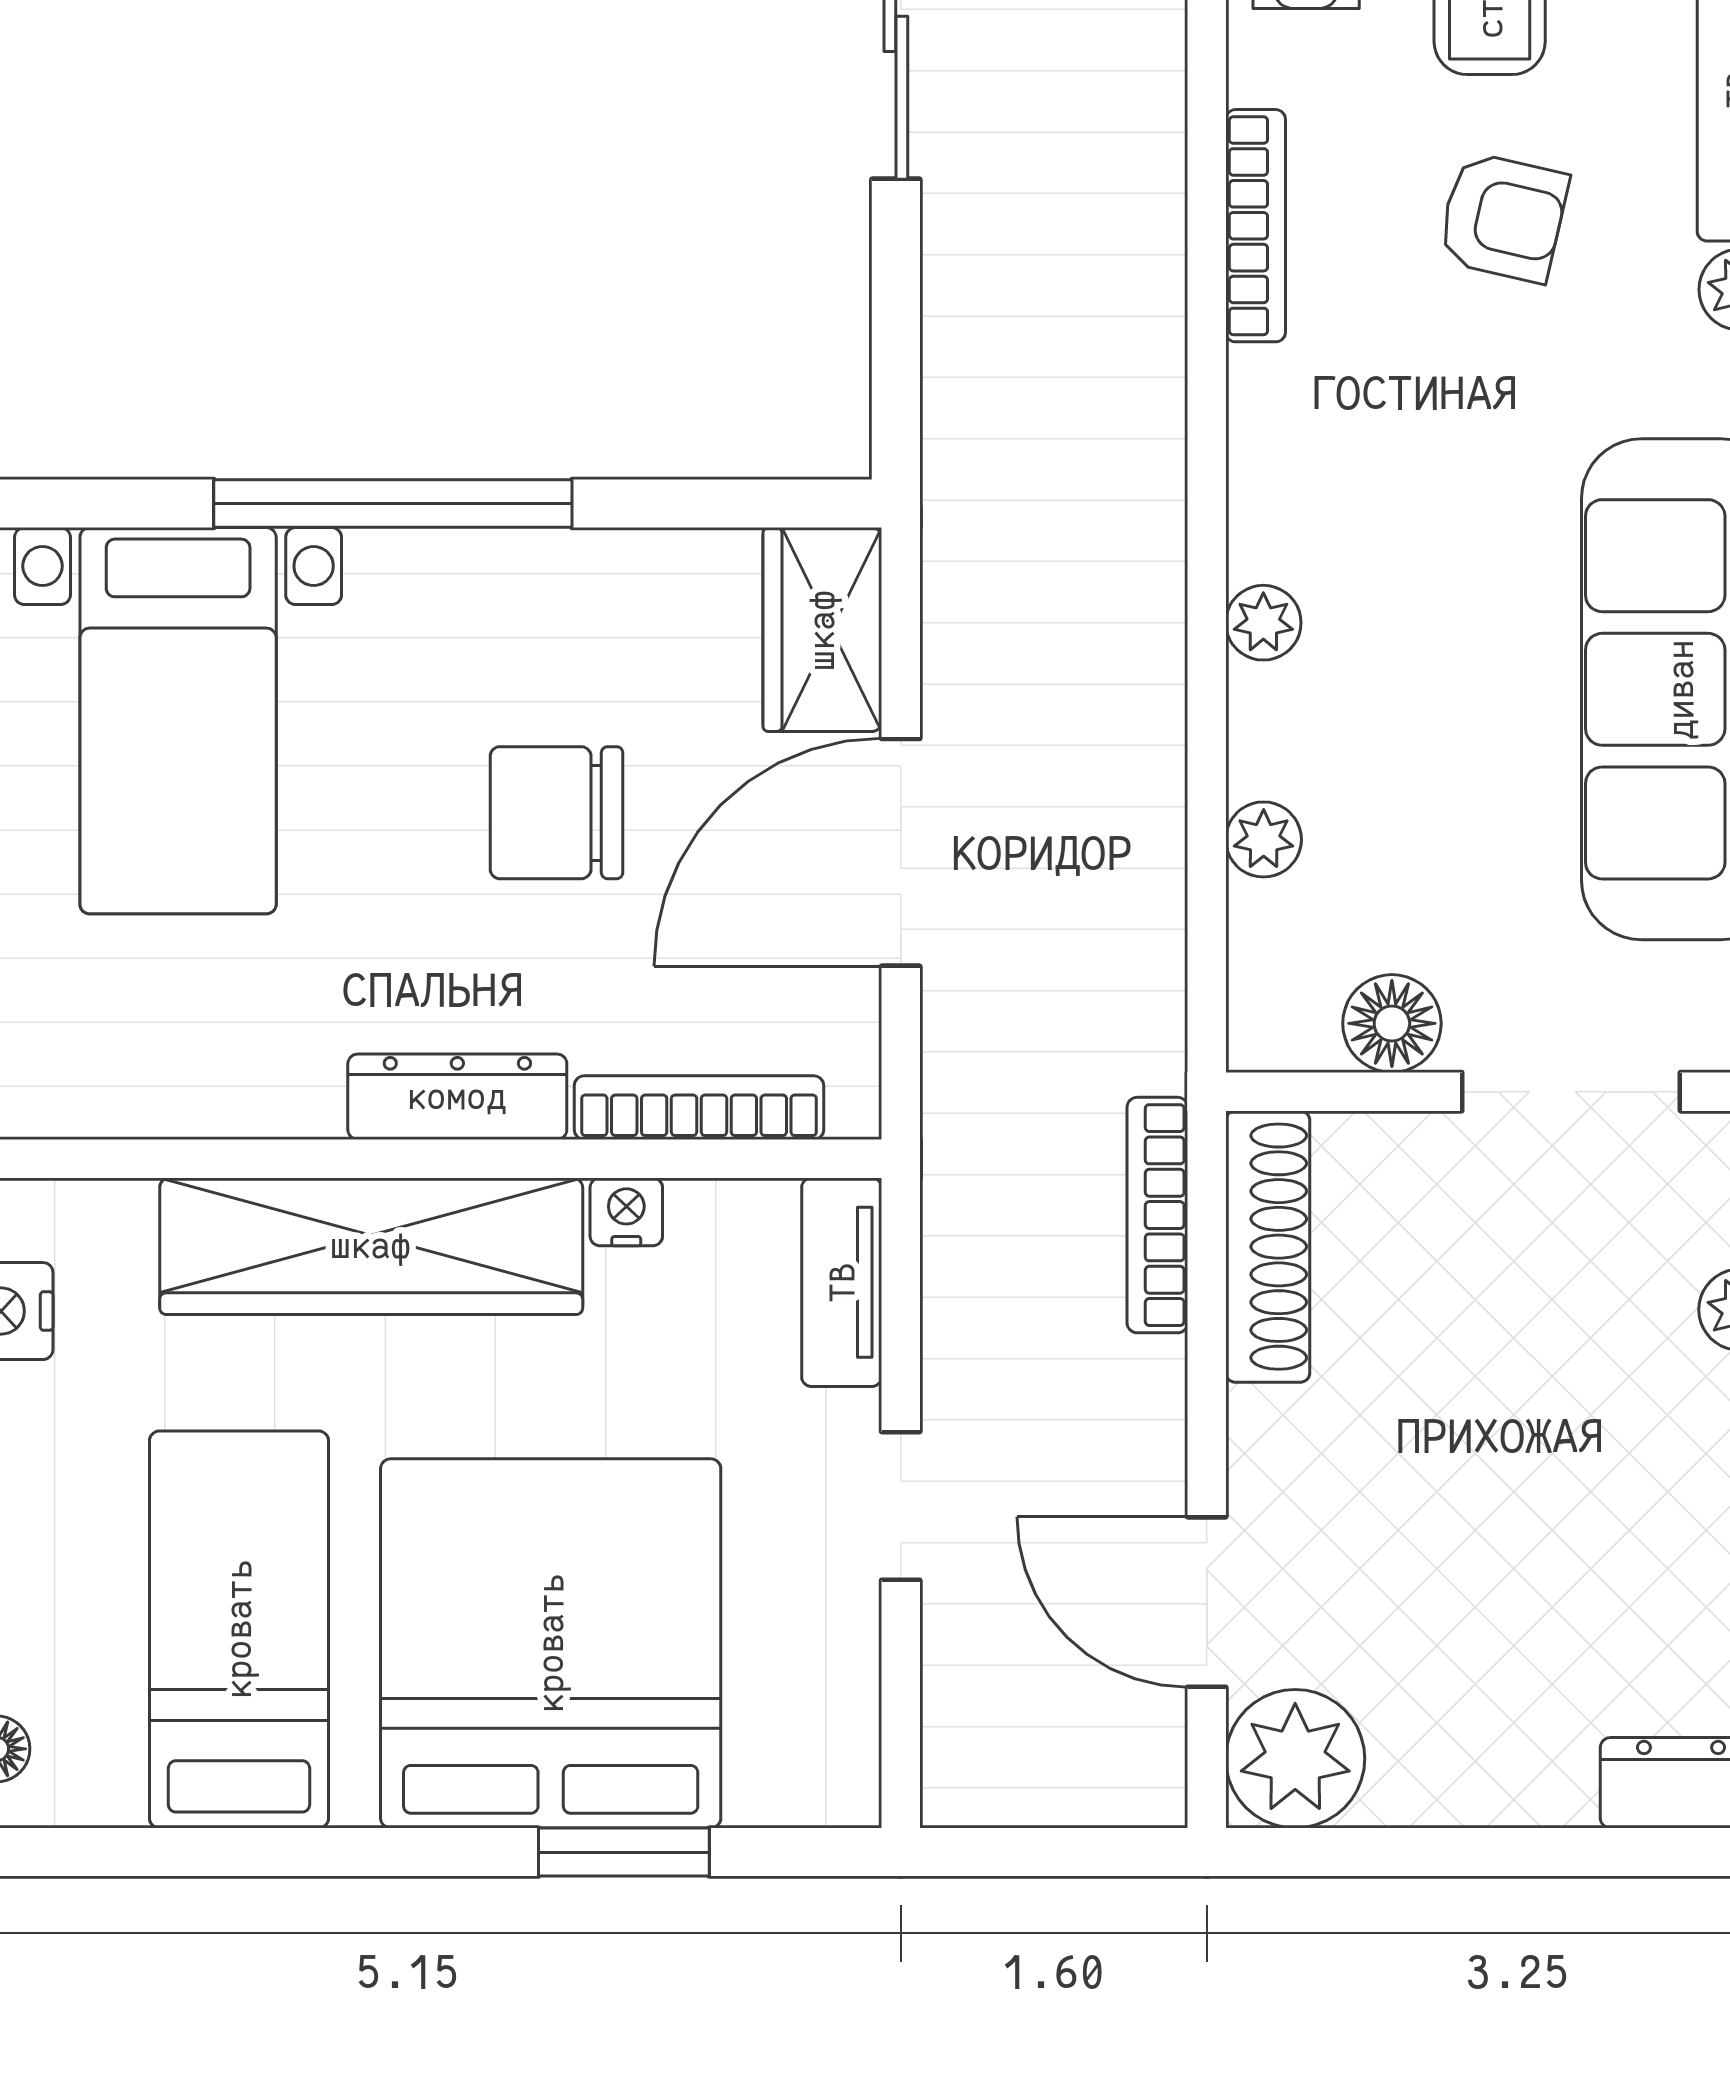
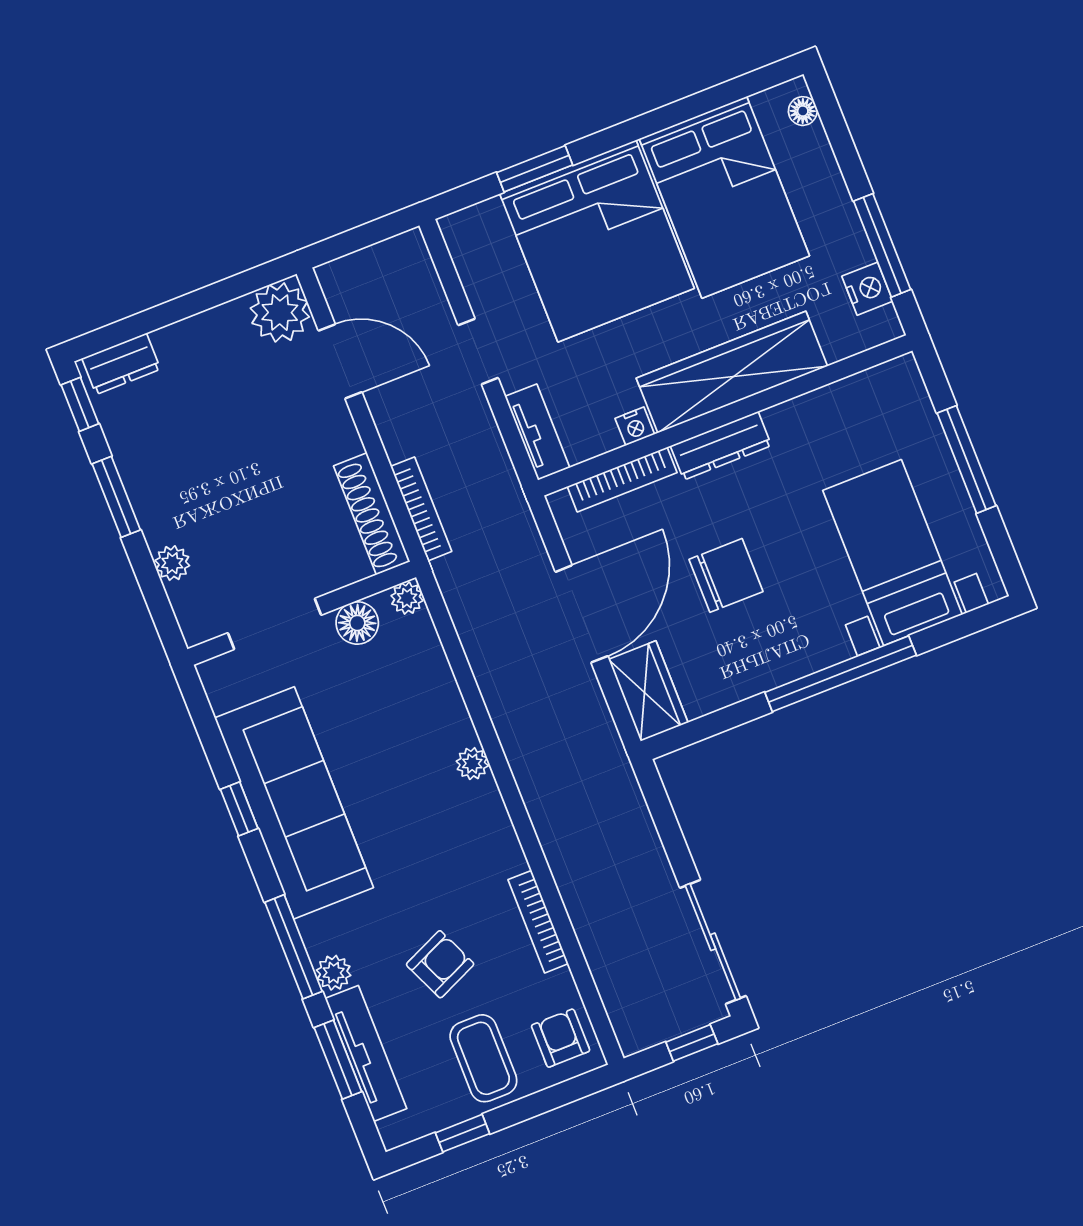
armchair: (1503, 217) -> (440, 964), turned 143
plant: (1264, 839) -> (407, 598), moved
bed: (239, 1629) -> (724, 197), width x1.50

